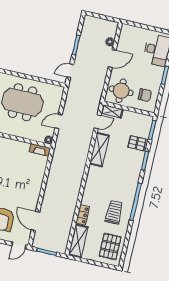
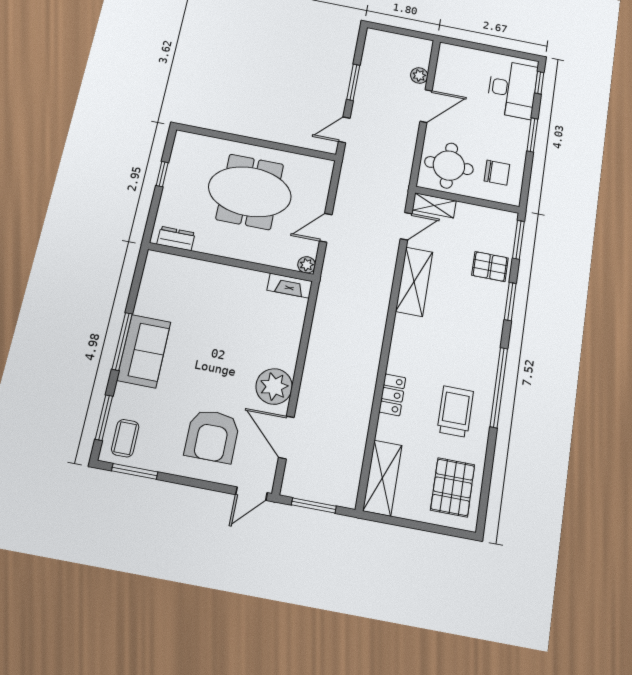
plant: (31, 198) -> (274, 386), added
locker: (83, 215) -> (392, 395), moved

